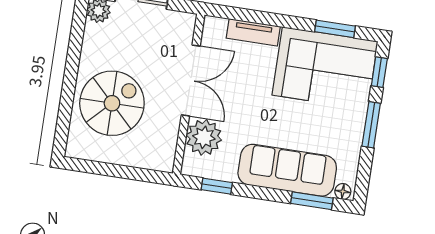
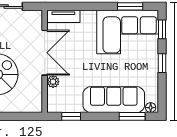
tv unit: (253, 32) -> (63, 16), moved
window: (371, 125) -> (162, 63), width x0.67
plant: (204, 137) -> (53, 82), width x0.53, depth x0.53

